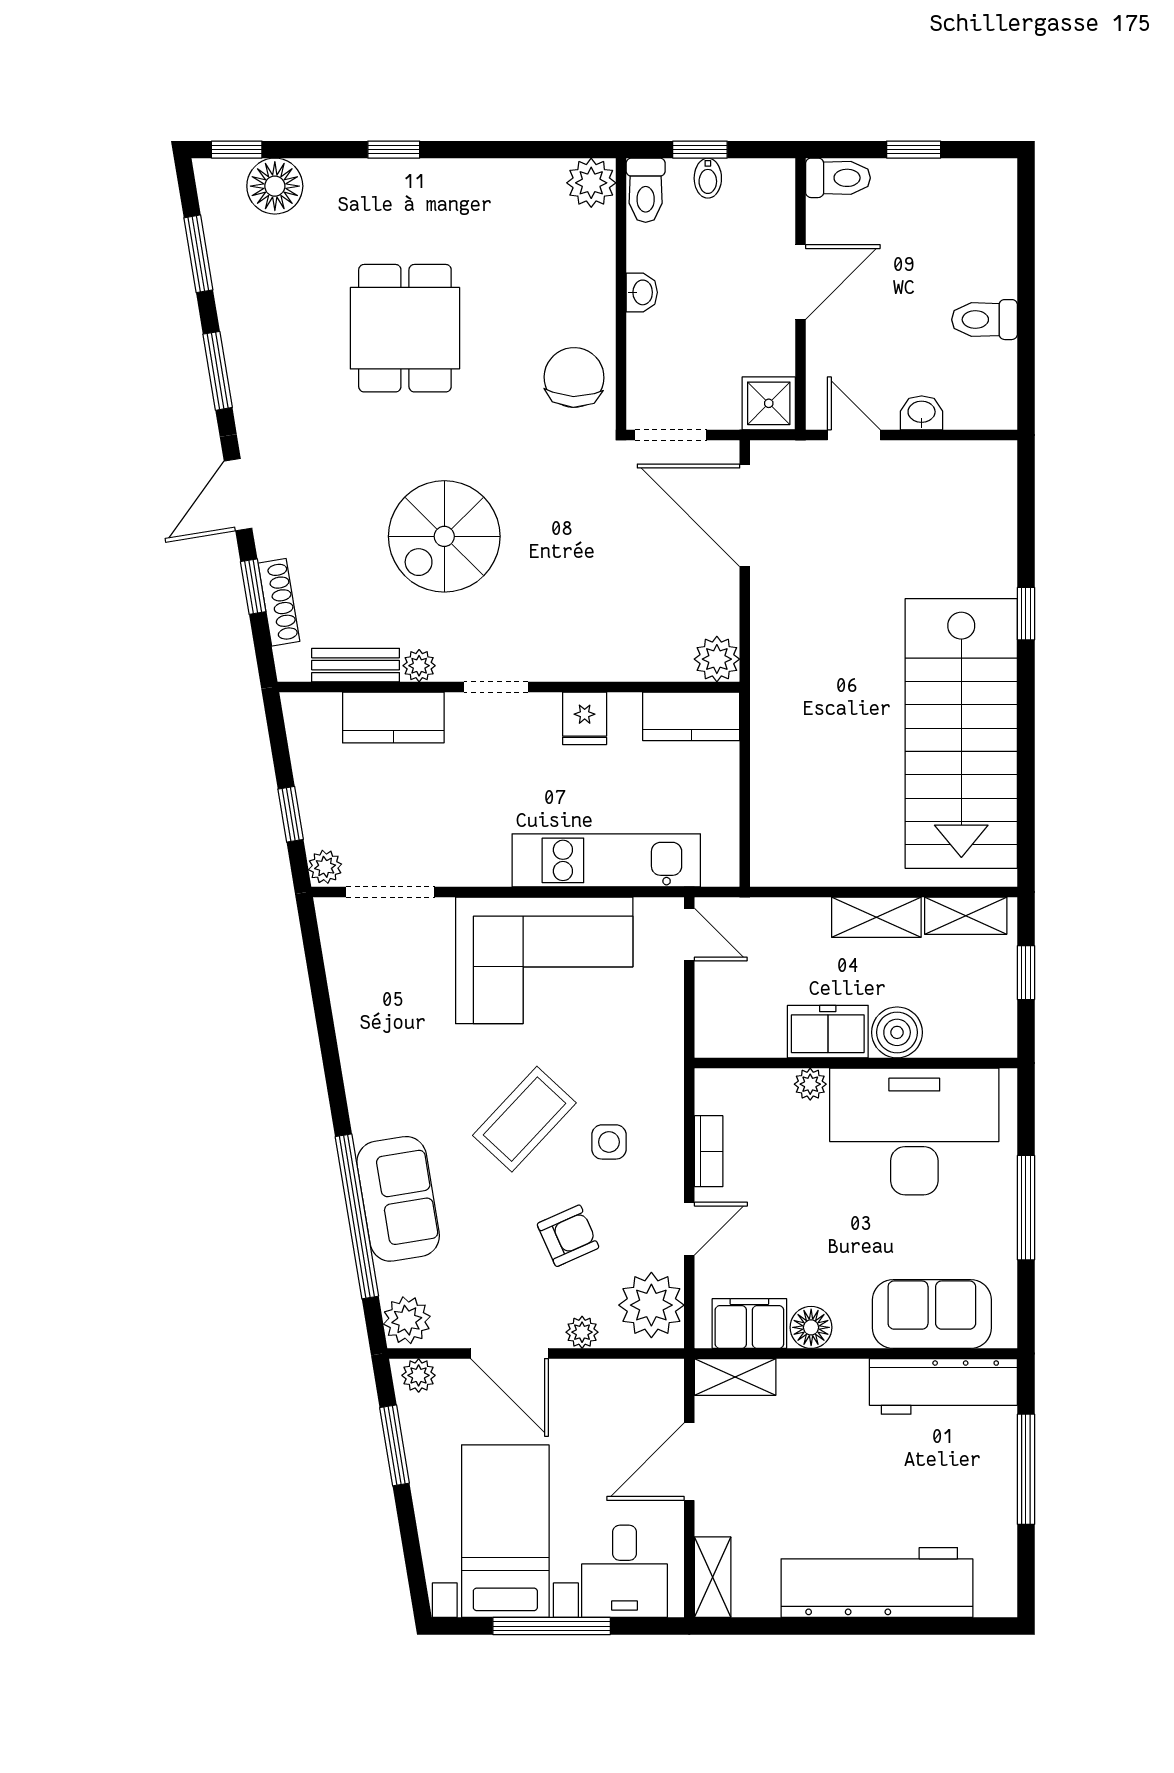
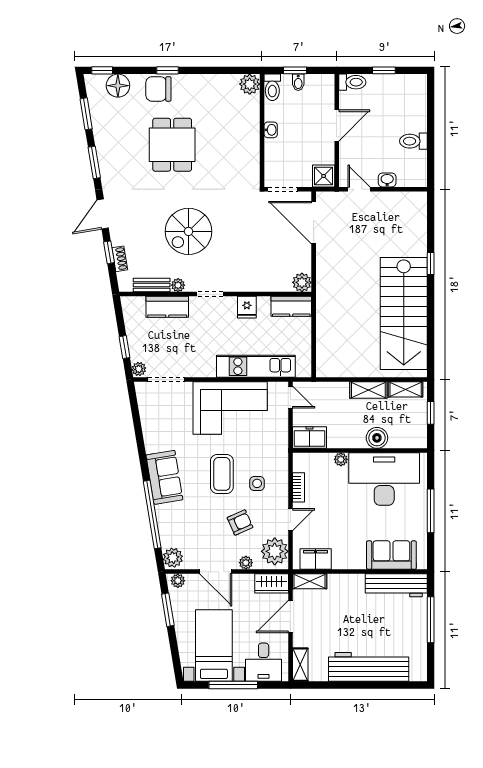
chair: (574, 377) -> (158, 89), moved, turned -92
shoe rack: (279, 602) -> (120, 259), width x0.70
freezer: (828, 1032) -> (309, 438), moved
coffee table: (524, 1119) -> (222, 474), turned -43
sofa: (398, 1199) -> (164, 477), moved
floor lamp: (811, 1327) -> (341, 561), removed
wardrobe: (644, 1382) -> (272, 583), added

